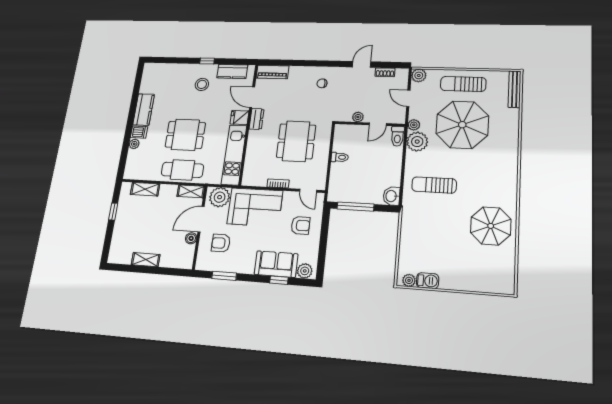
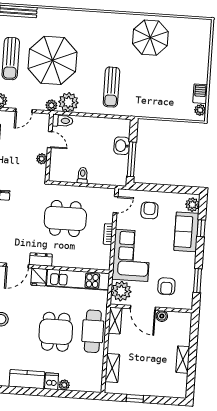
washbasin: (392, 196) -> (122, 146), moved, turned 90

